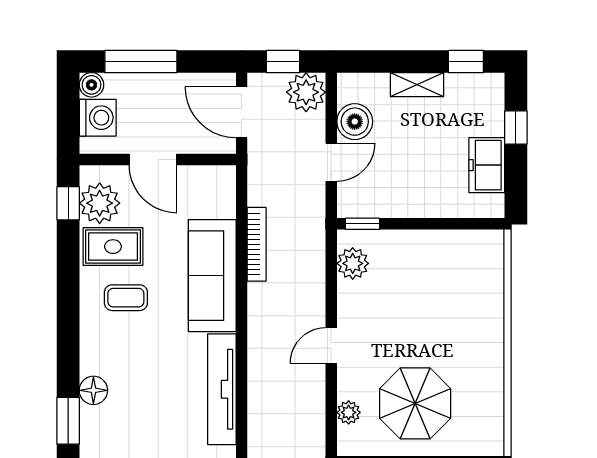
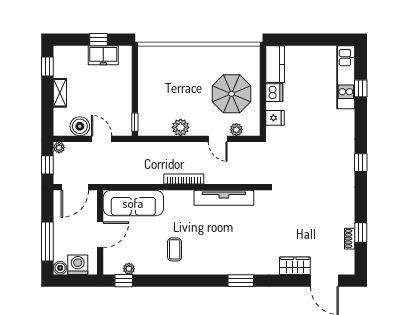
plant: (306, 92) -> (59, 148), width x0.53, depth x0.53
window: (516, 127) -> (98, 40), moved
plant: (100, 203) -> (129, 269), width x0.53, depth x0.53
bookcase: (257, 244) -> (184, 179), moved
rug: (113, 247) -> (147, 256), removed
plant: (353, 263) -> (181, 127), moved
sofa: (212, 276) -> (133, 203), moved
door: (331, 345) -> (218, 139), moved
floor lamp: (93, 390) -> (224, 267), removed

